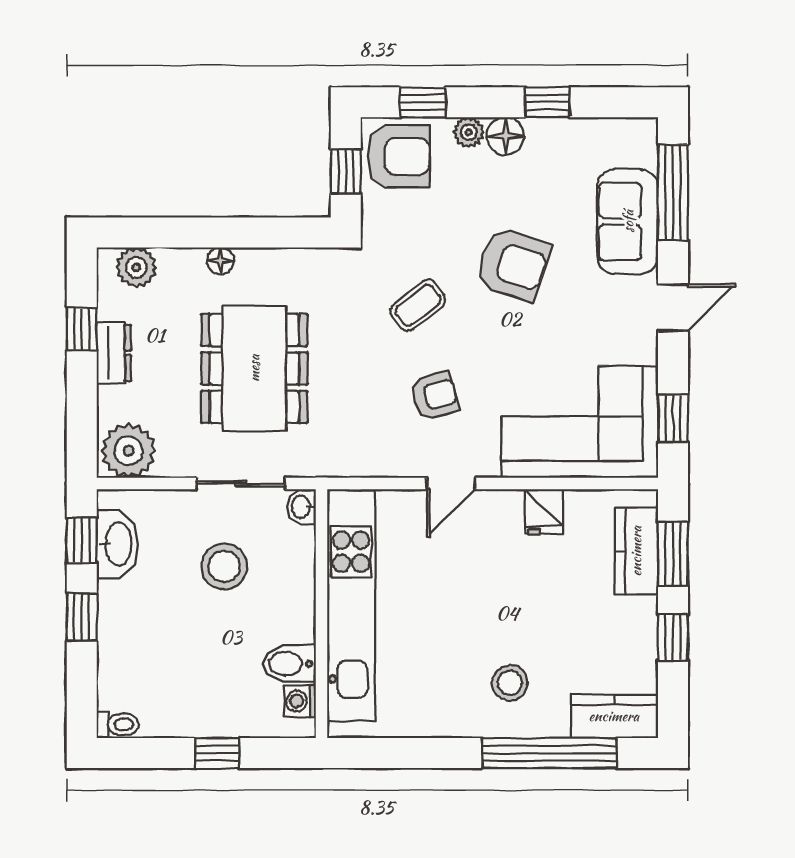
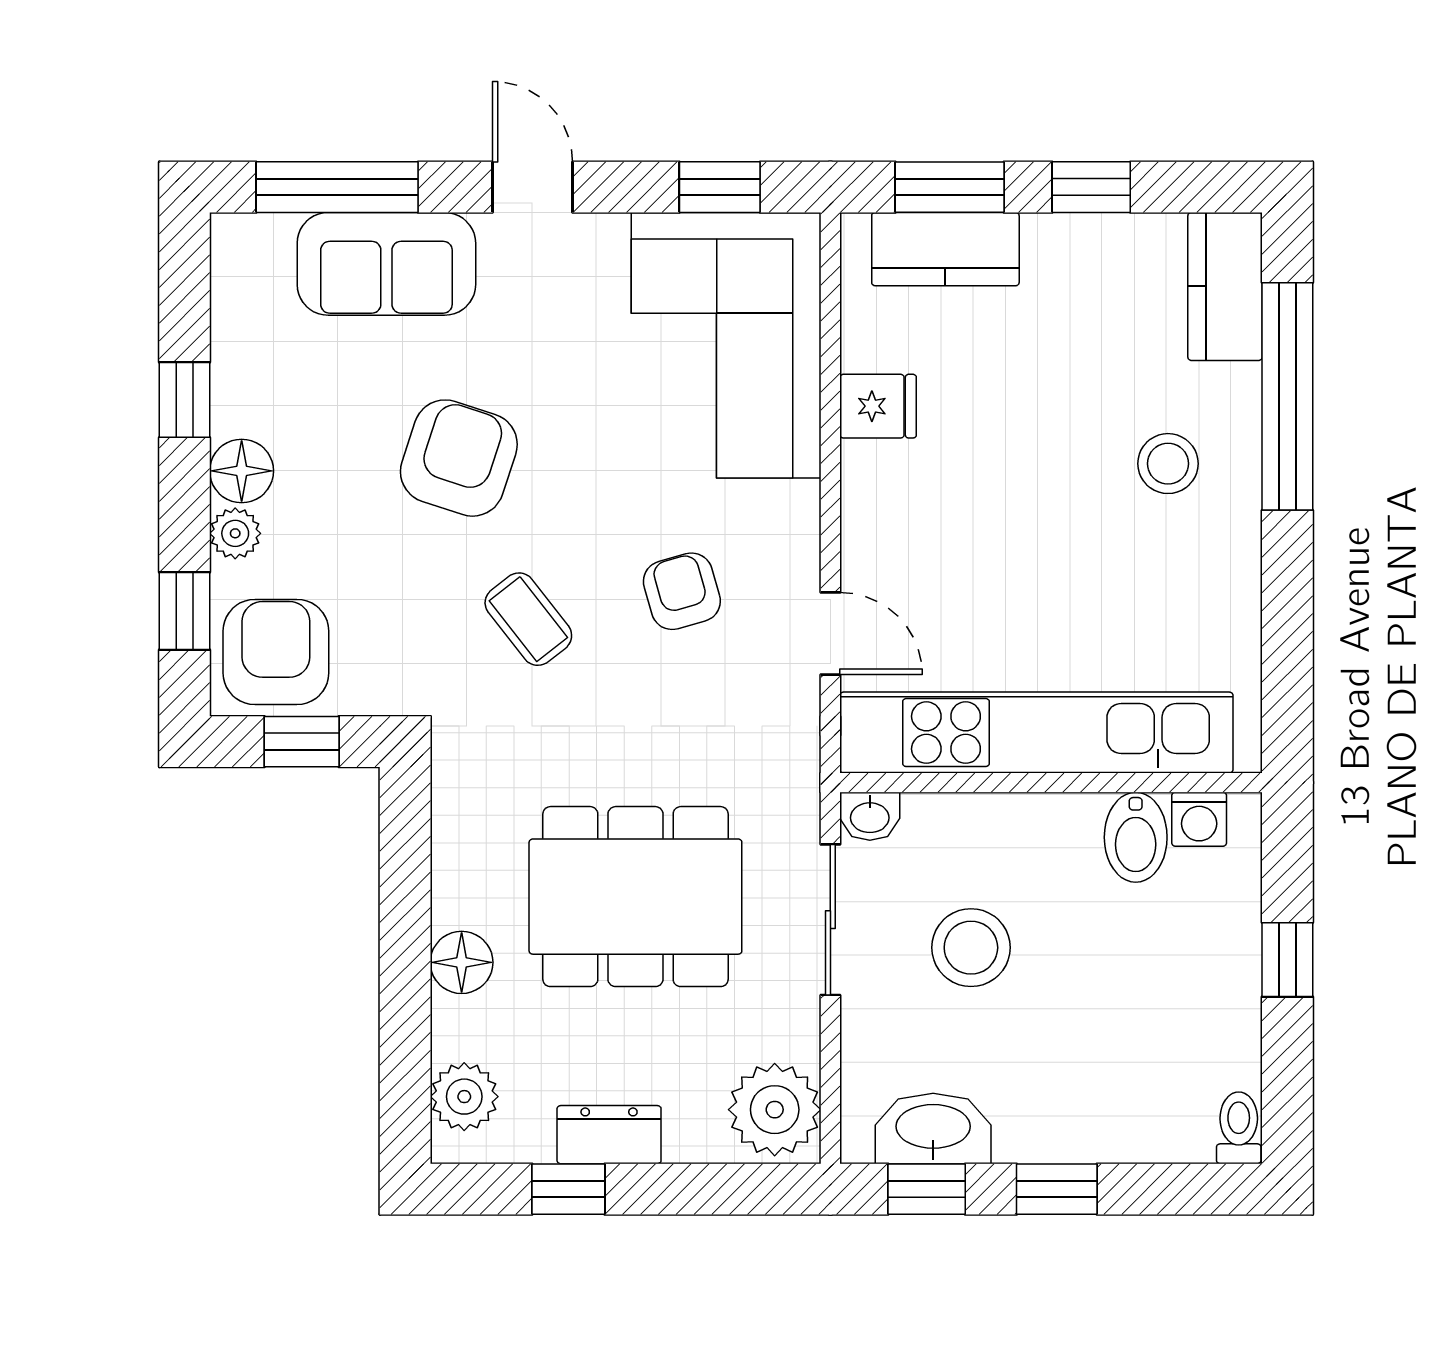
floor lamp: (220, 261) -> (462, 962), width x1.37, depth x1.37
door: (451, 484) -> (830, 633), moved

